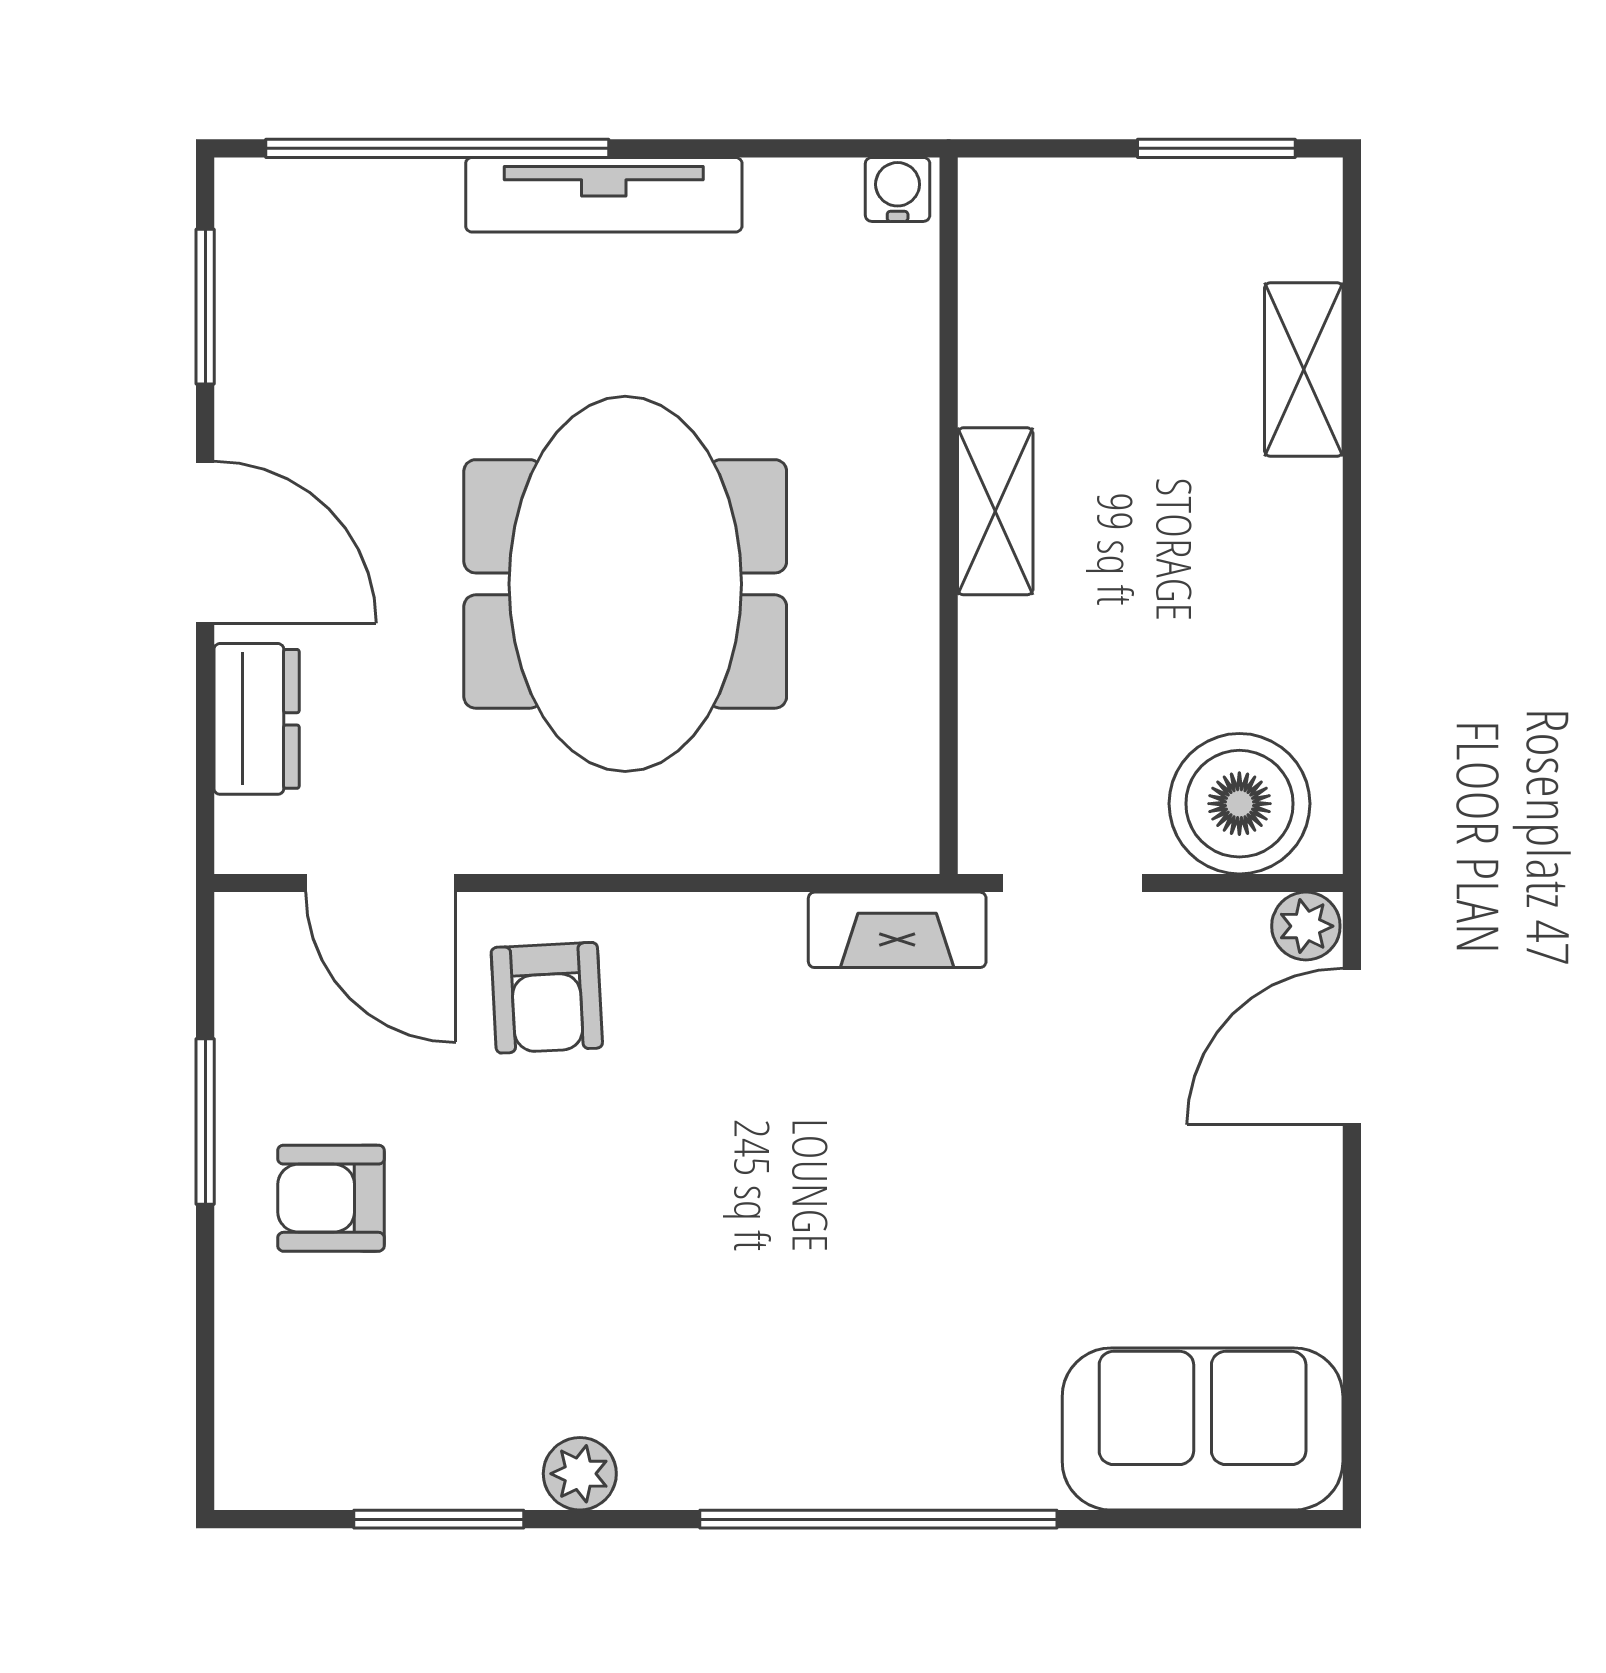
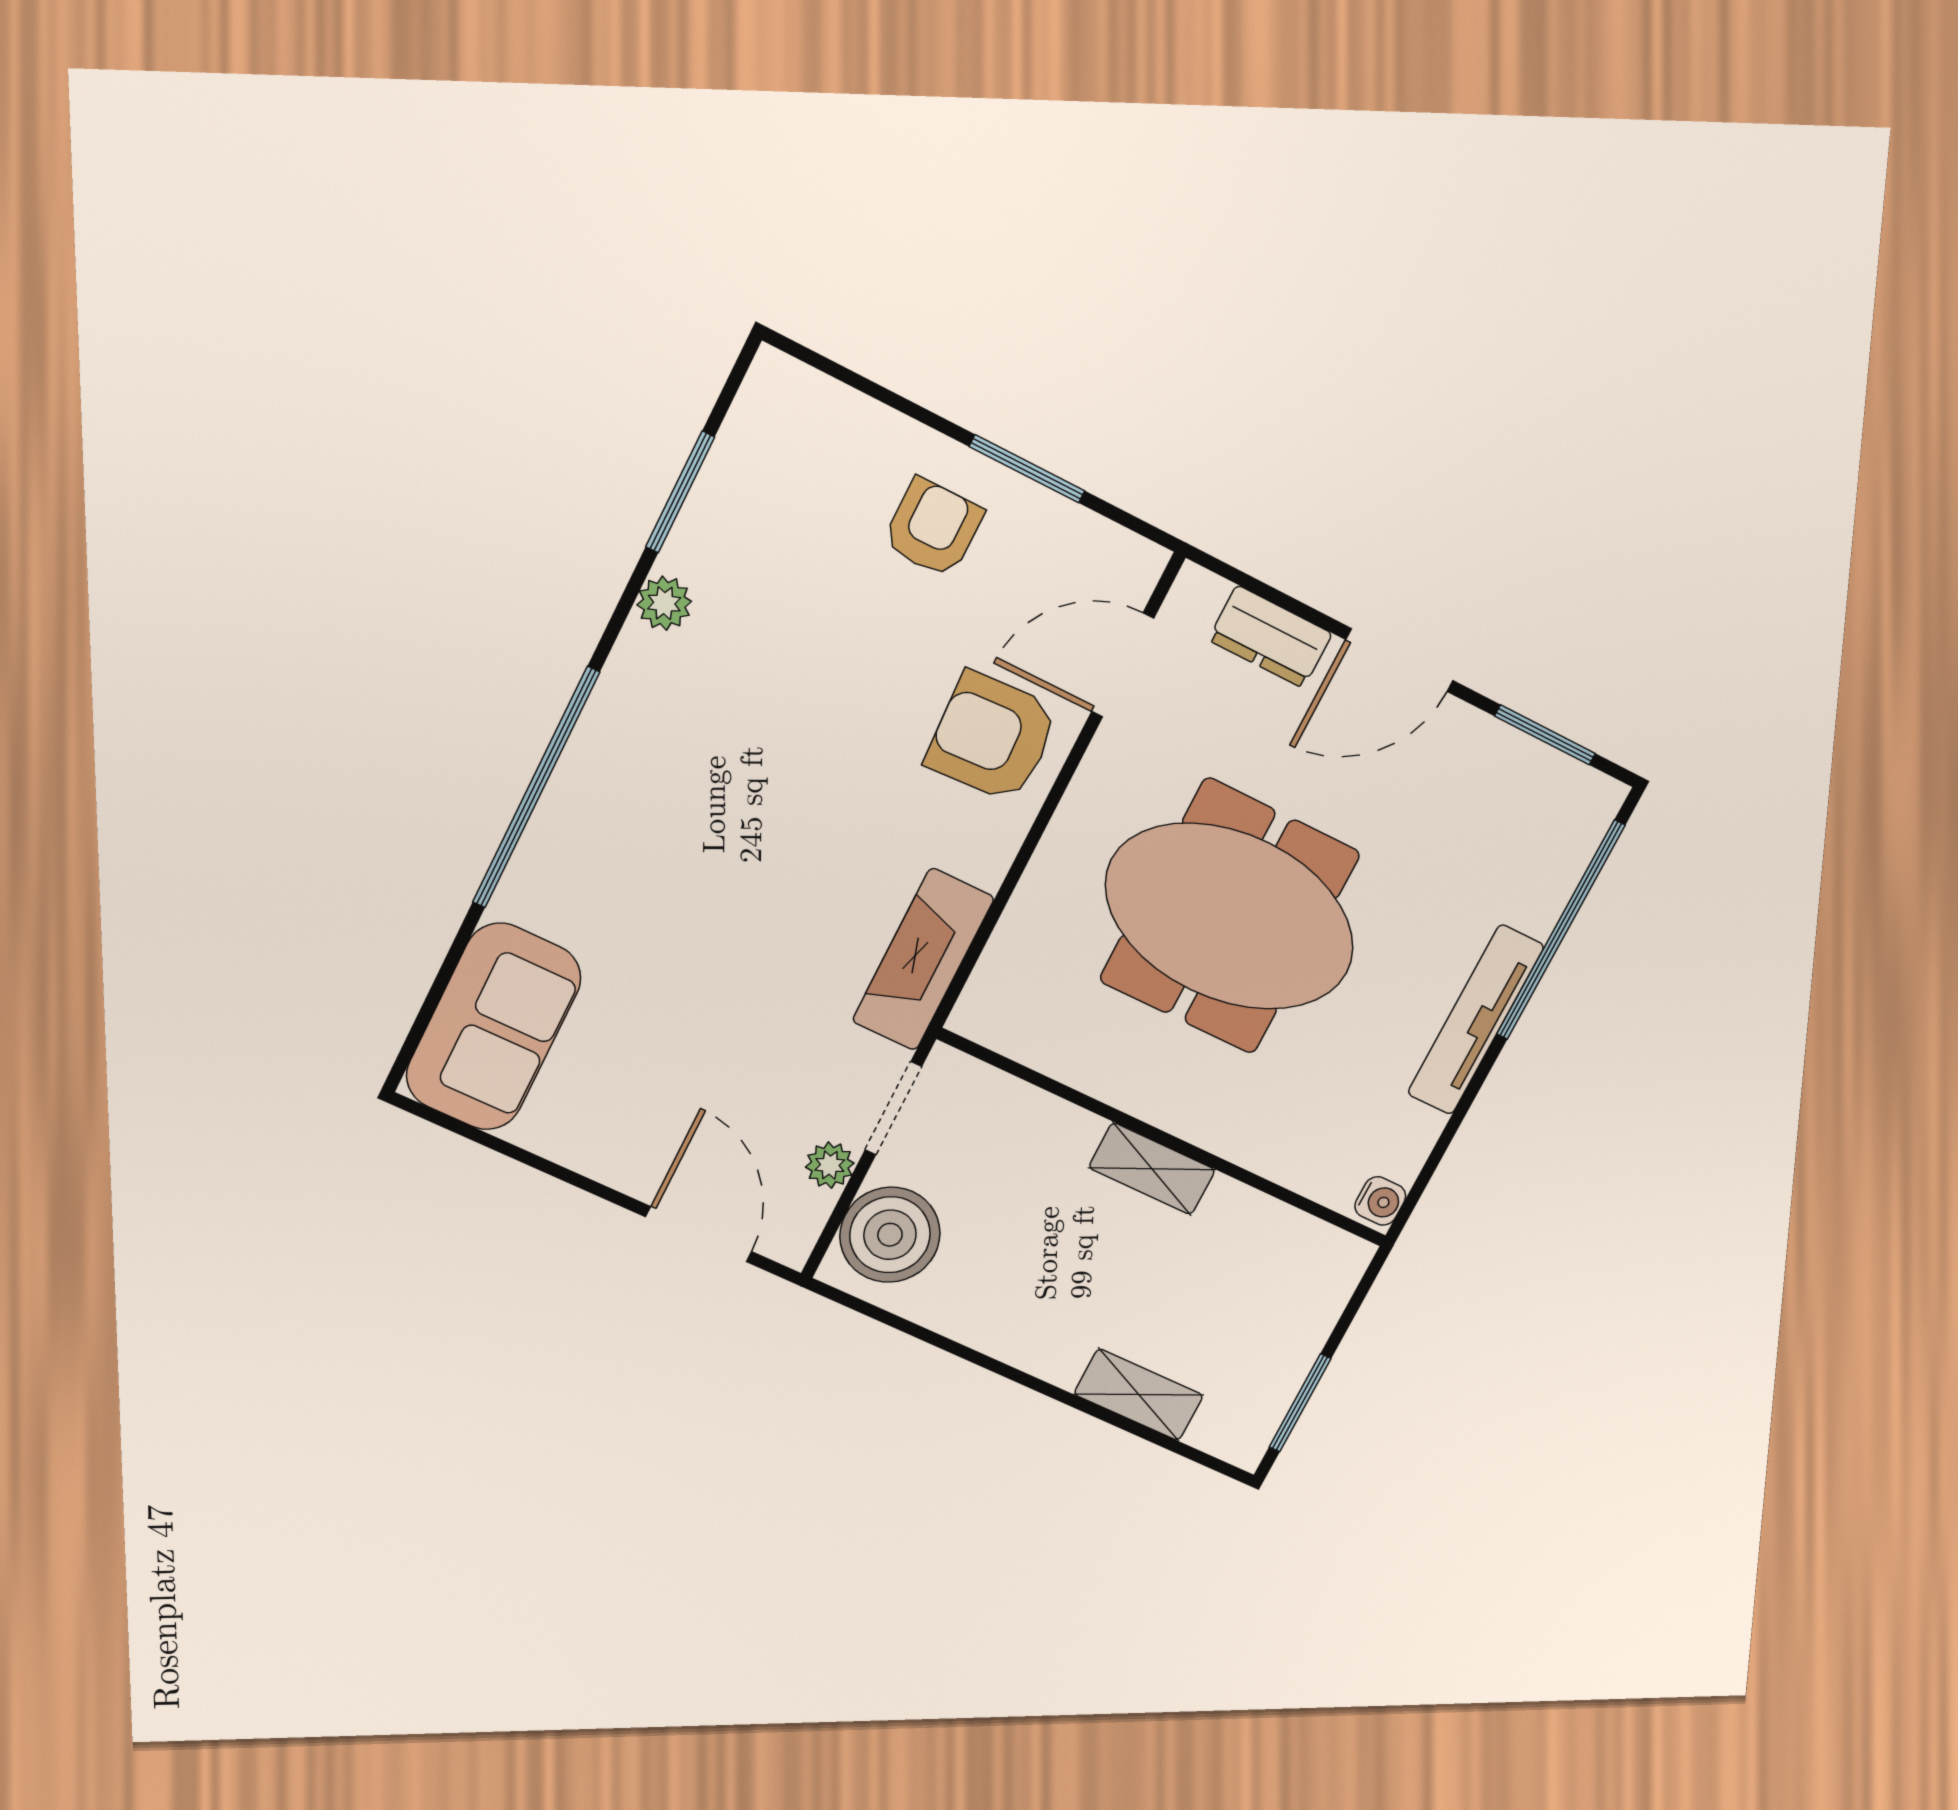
plant: (1306, 926) -> (830, 1165), moved
fireplace: (897, 930) -> (923, 959), width x1.37, depth x1.32
armchair: (547, 998) -> (992, 737), width x1.38, depth x1.38

